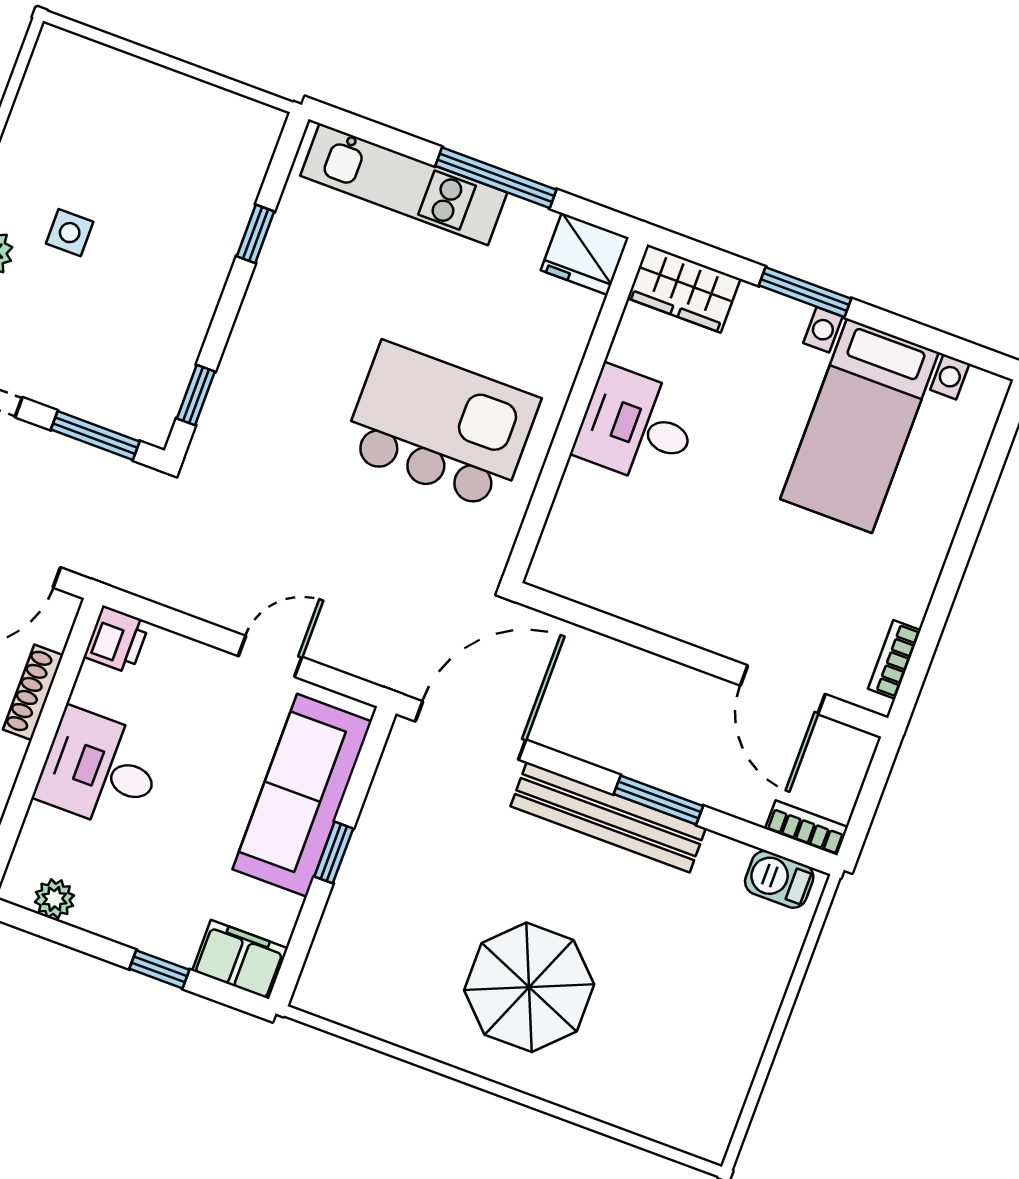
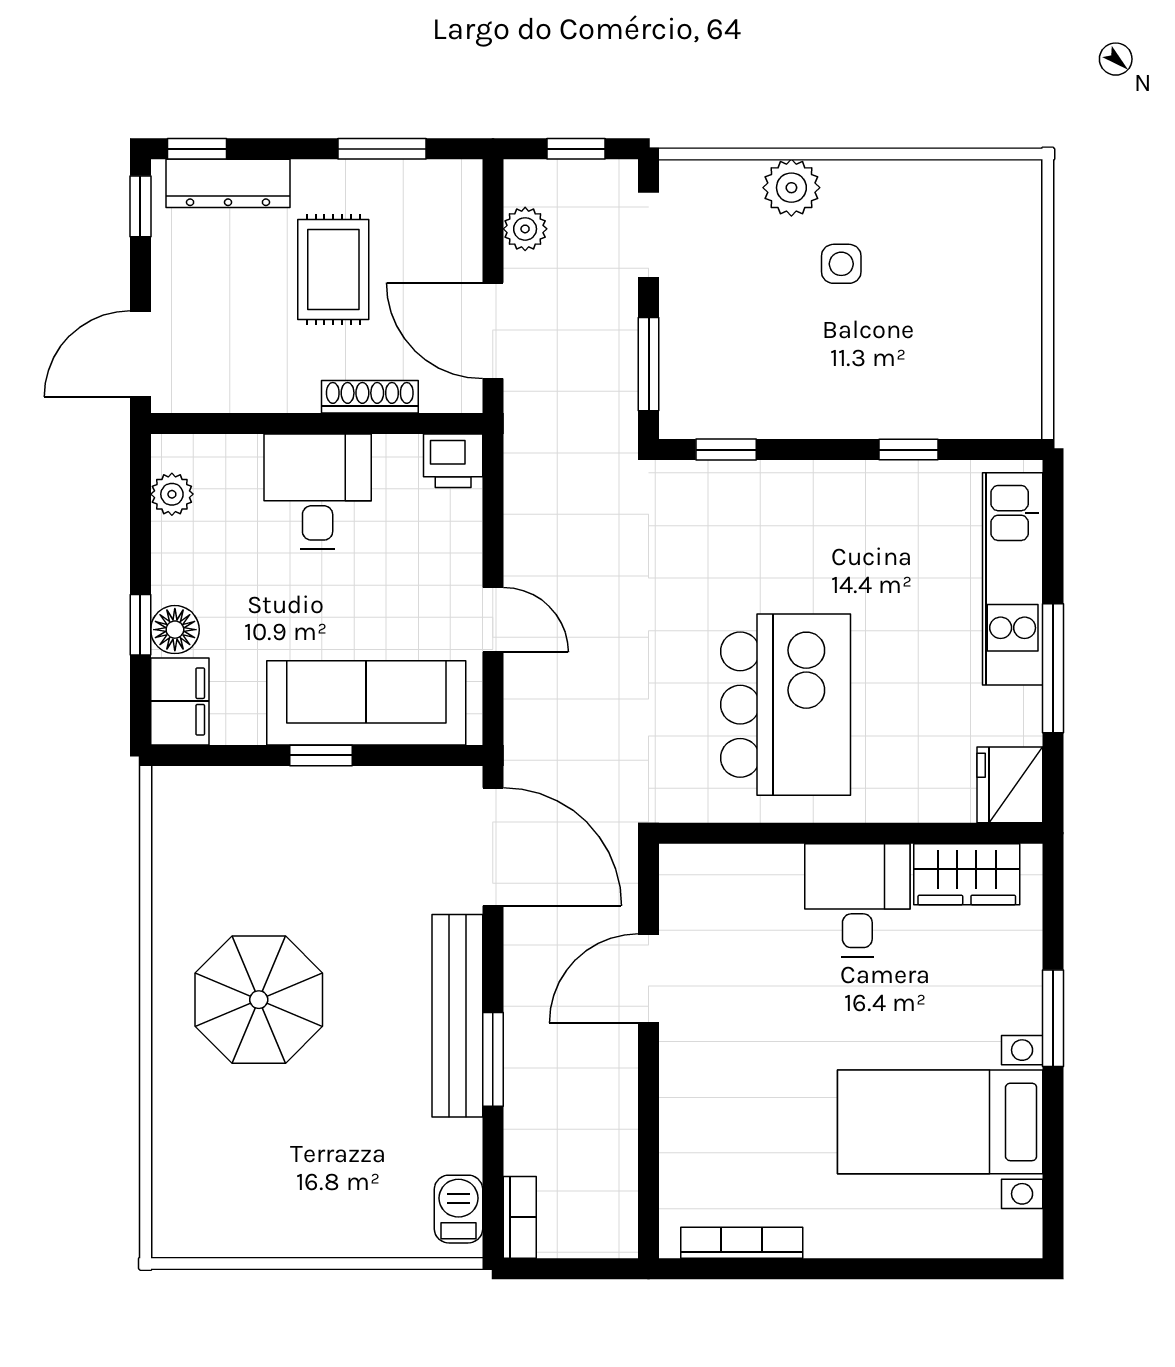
wardrobe: (684, 288) -> (967, 874), moved, turned -90
bookcase: (894, 660) -> (742, 1243), width x1.56
door: (783, 690) -> (649, 978), moved
floor lamp: (175, 940) -> (175, 630), added

